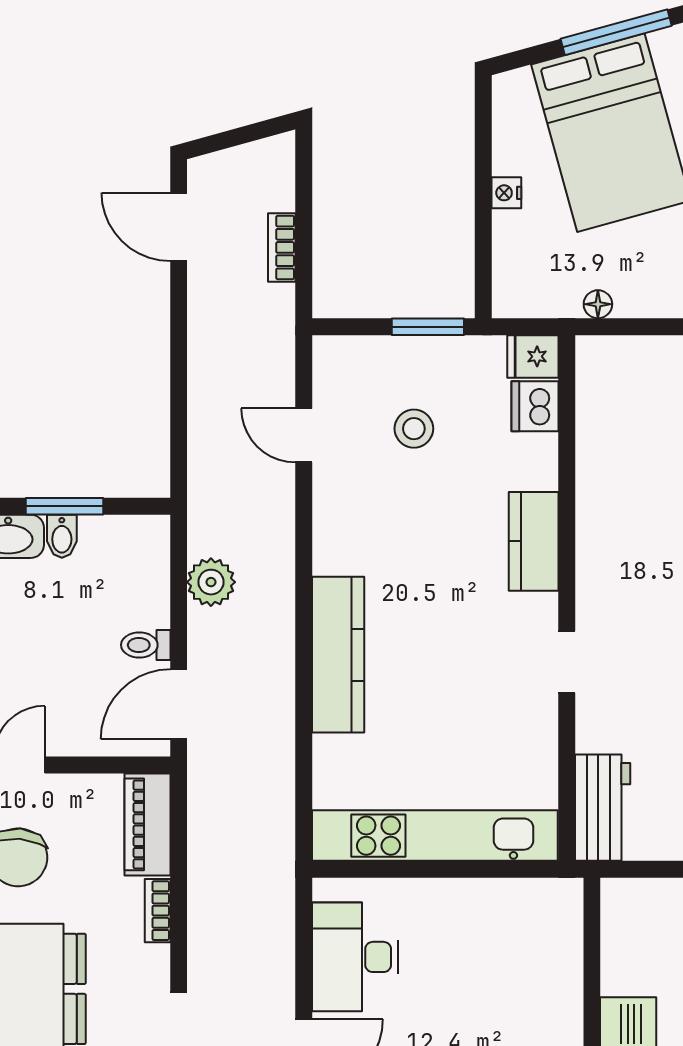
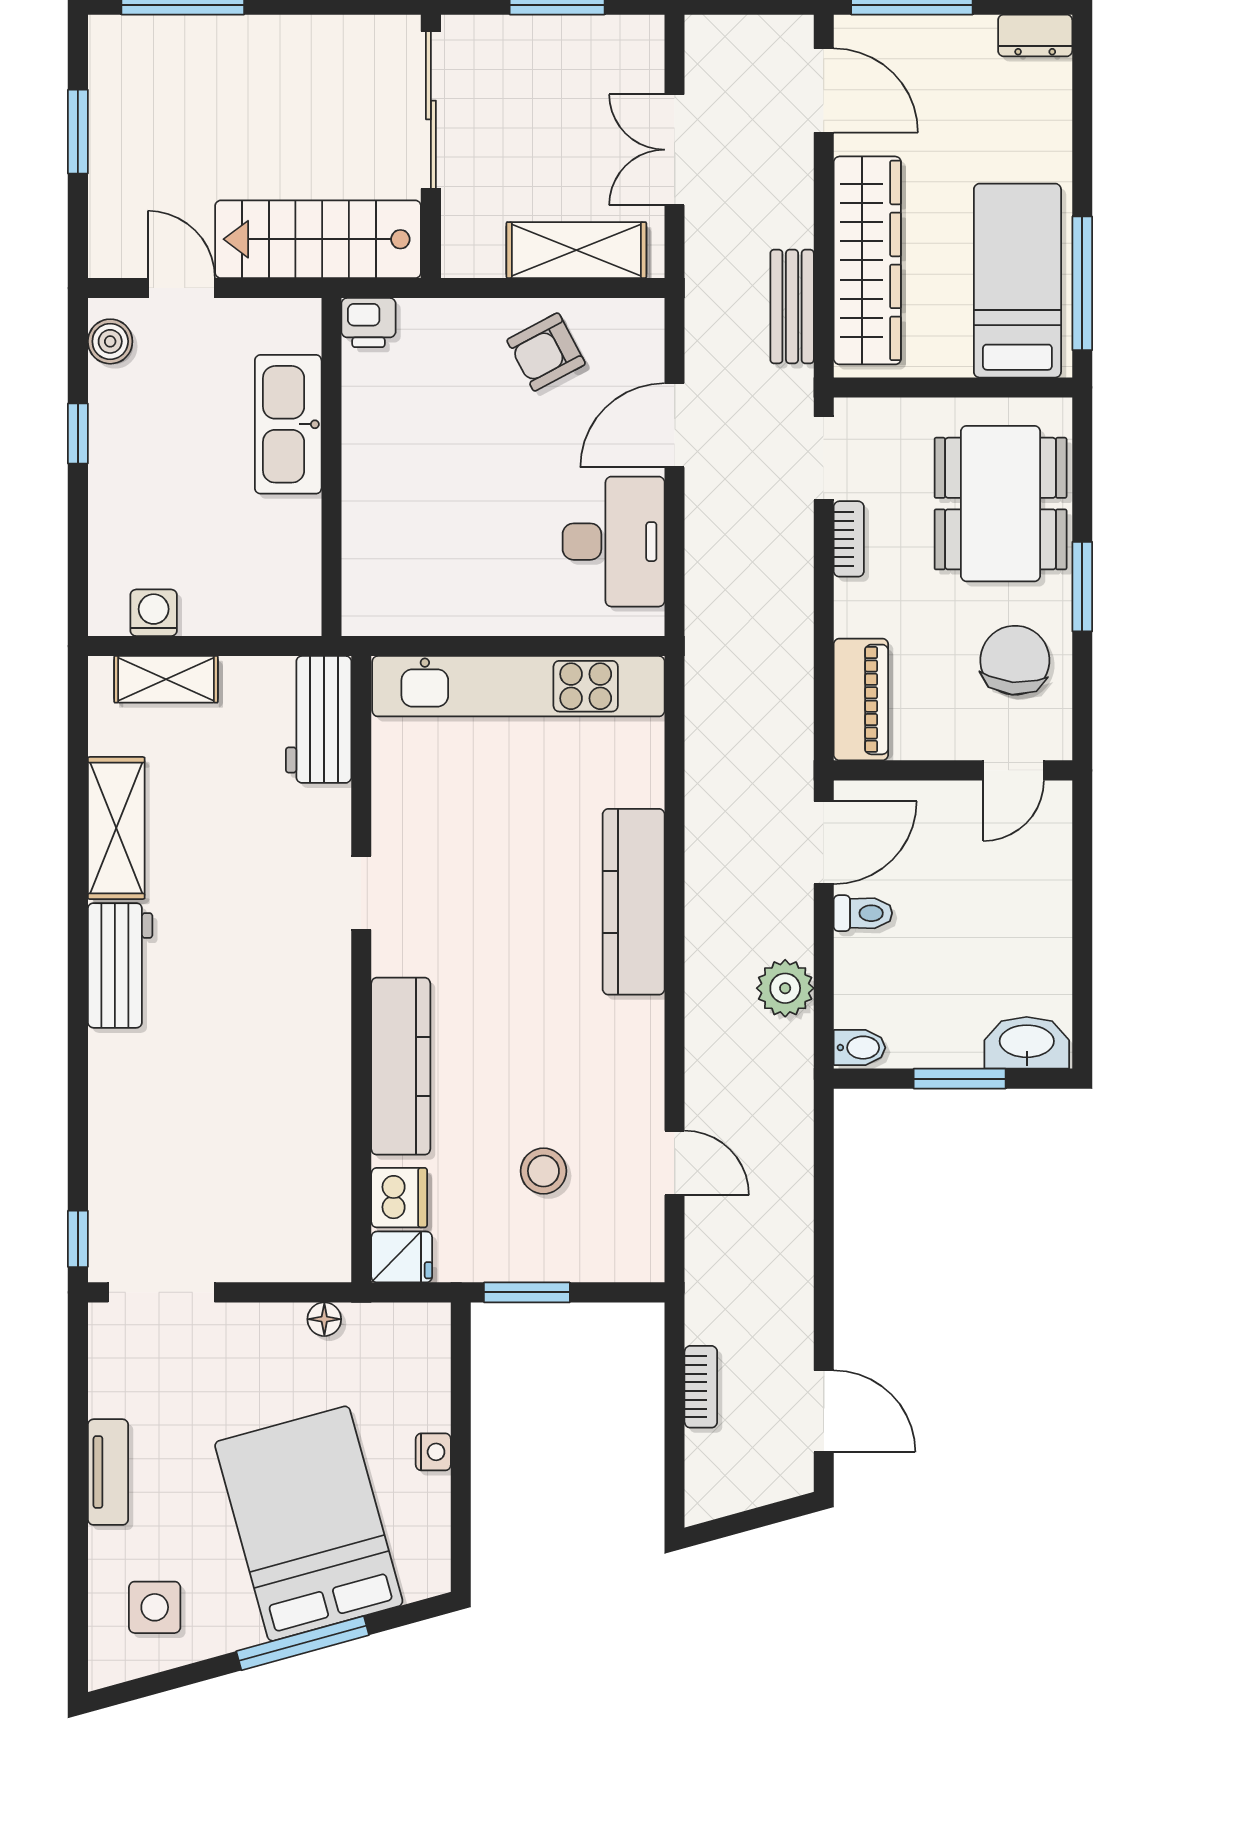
bidet: (62, 536) -> (859, 1048), moved, turned 90
kitchen counter: (534, 541) -> (401, 1066), width x1.50
bookcase: (158, 911) -> (849, 539), moved

